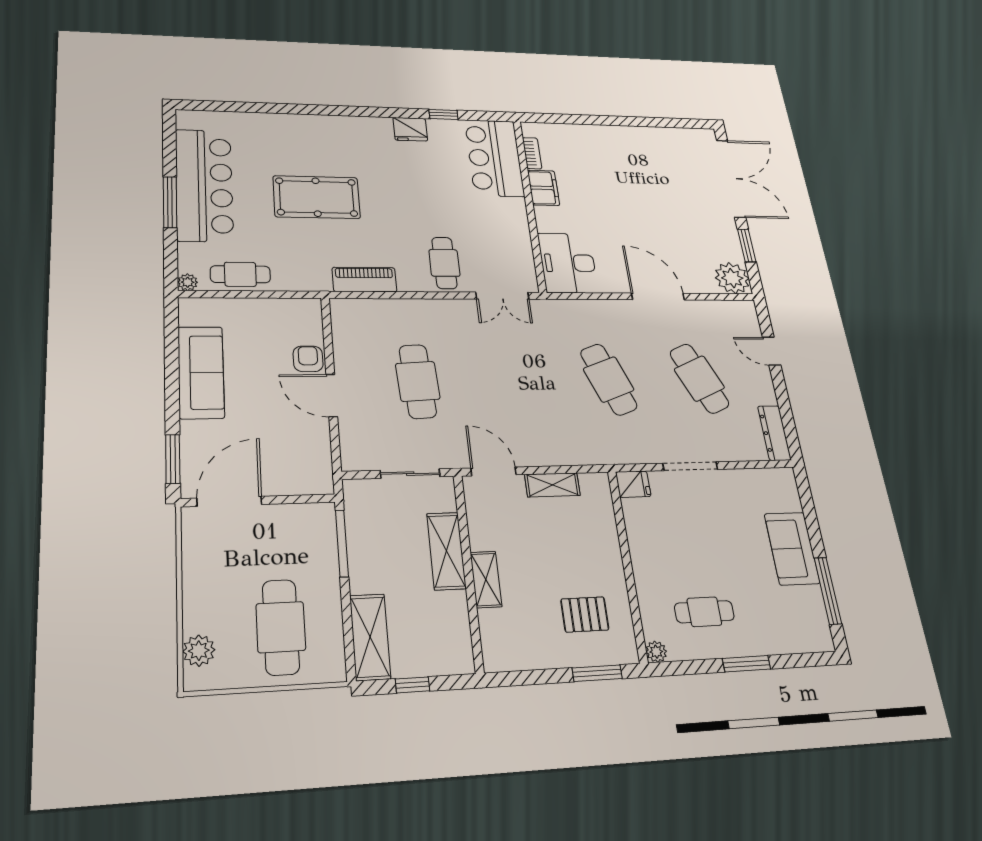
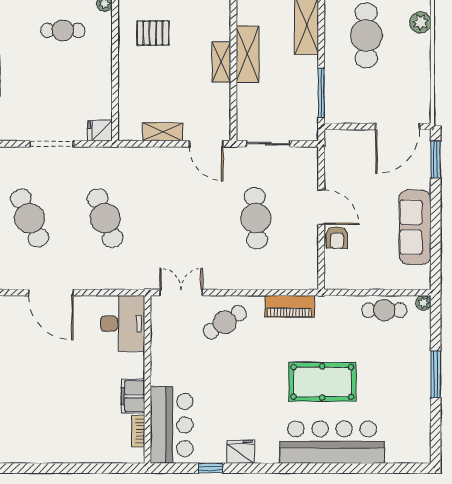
bar counter: (204, 185) -> (332, 442), moved, turned 90
cafe table: (444, 263) -> (225, 322), turned 57
shelving: (446, 551) -> (248, 54), moved

